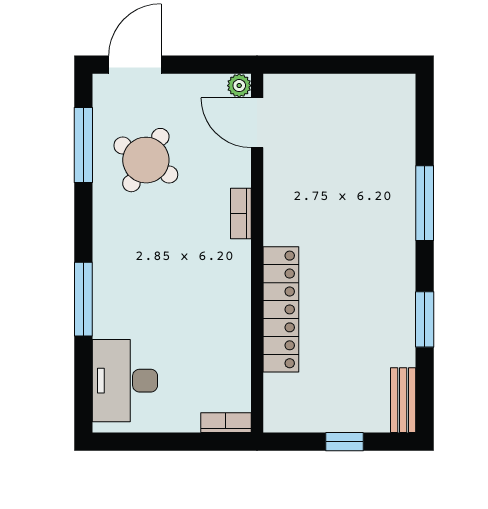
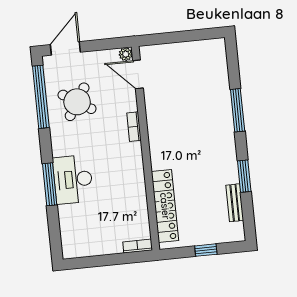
window: (83, 145) -> (41, 97), width x1.46
locker: (281, 309) -> (165, 206), moved
desk: (125, 381) -> (73, 179), moved
bench: (403, 400) -> (235, 203), moved

